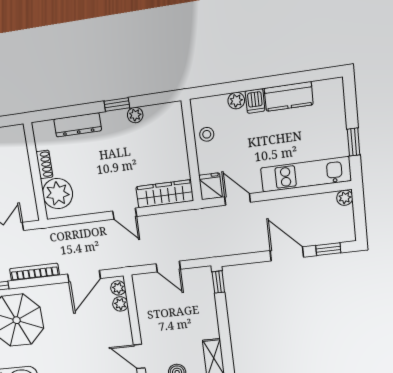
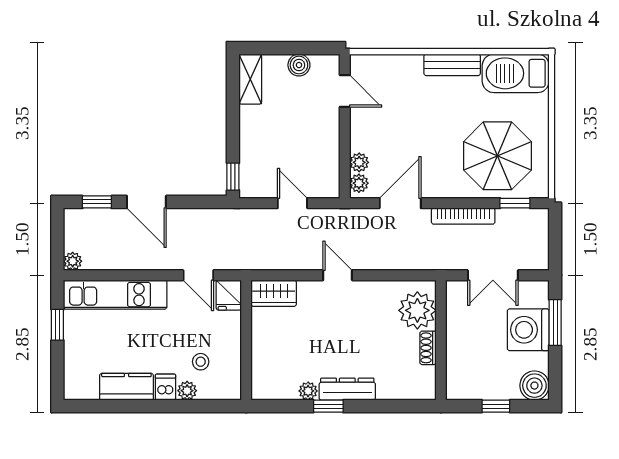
dresser: (78, 125) -> (347, 389), moved
stool: (207, 134) -> (201, 362), moved
wardrobe: (165, 194) -> (274, 293), width x0.67

